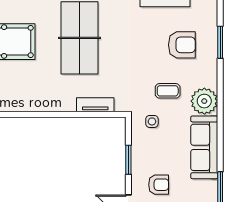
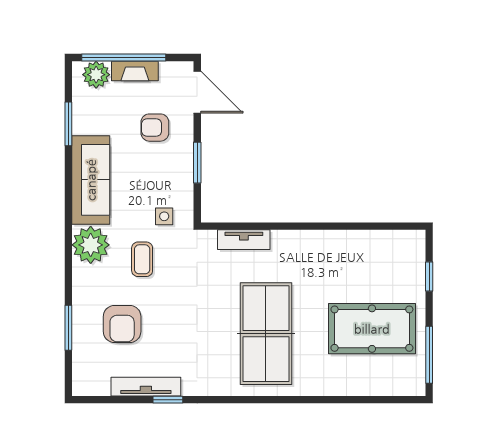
armchair: (182, 45) -> (122, 324), turned -90
coffee table: (168, 91) -> (142, 259), turned 90

